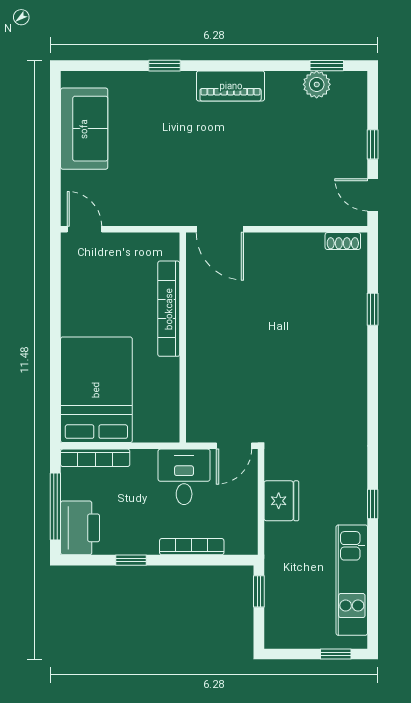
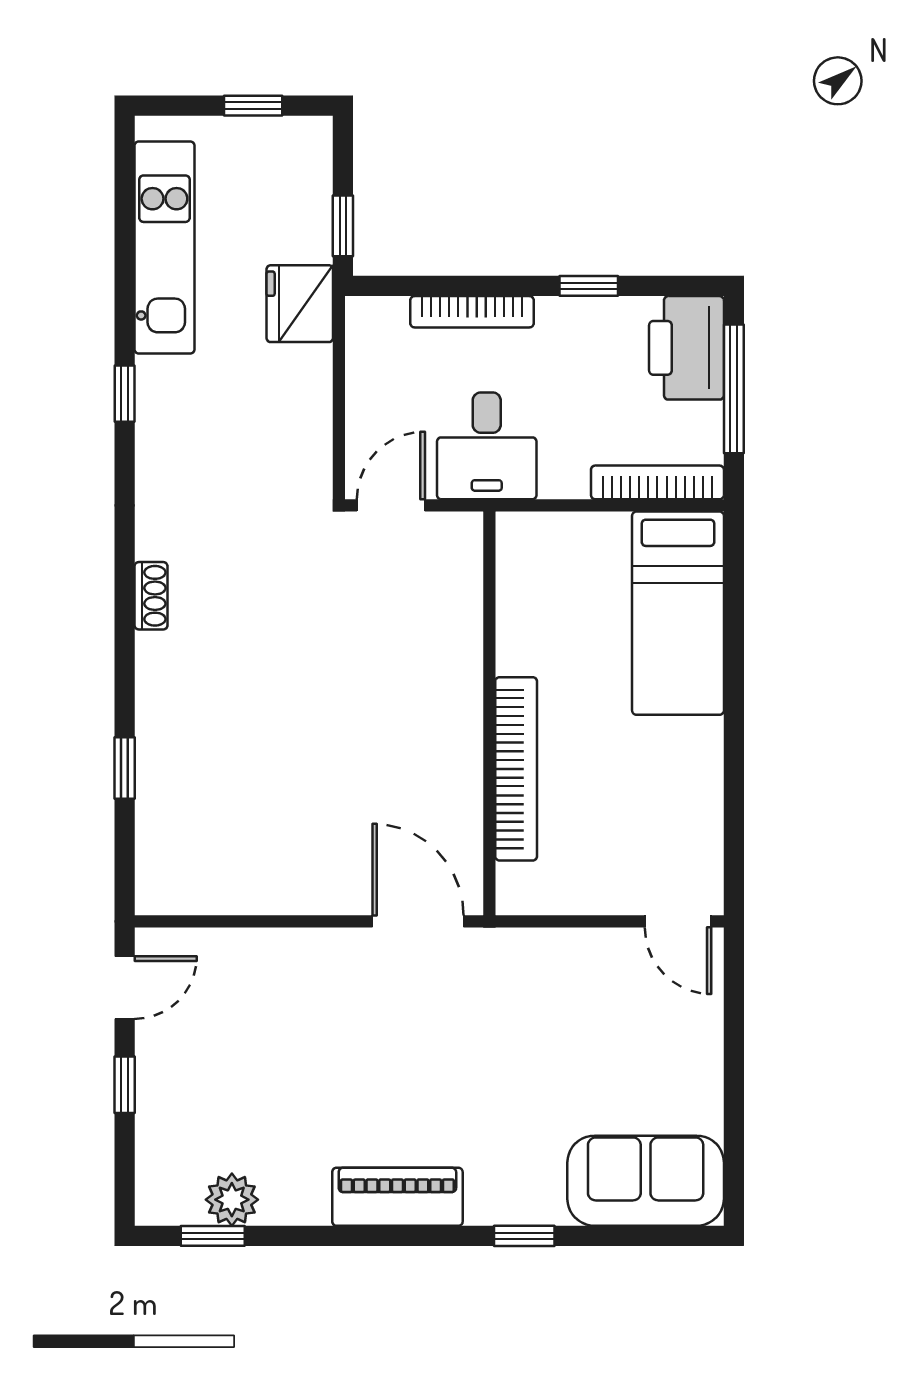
sofa: (84, 129) -> (646, 1181), moved, turned 90
door: (373, 195) -> (125, 988), hinge flipped
shoe rack: (343, 241) -> (151, 596), moved, turned 90
bed: (96, 390) -> (678, 613), width x0.67
fridge: (281, 501) -> (300, 304), moved
window: (336, 654) -> (253, 106), moved

